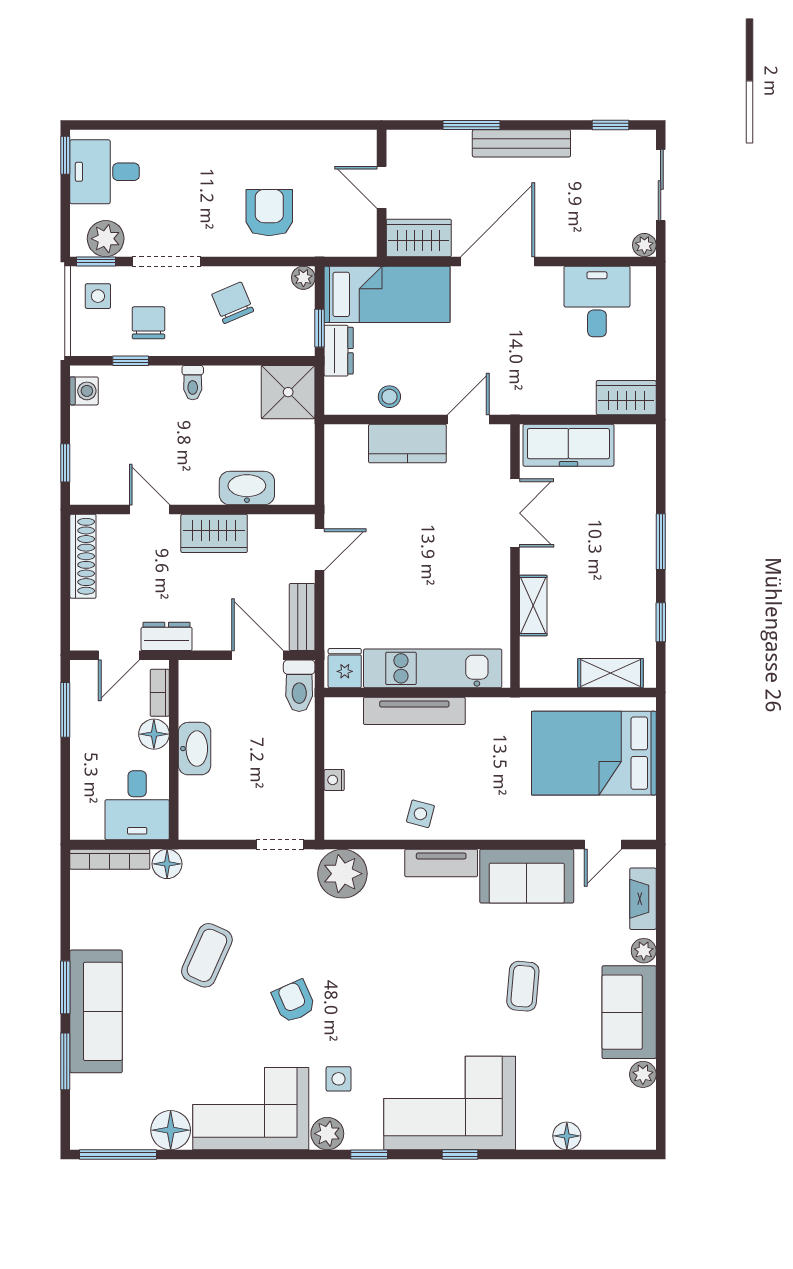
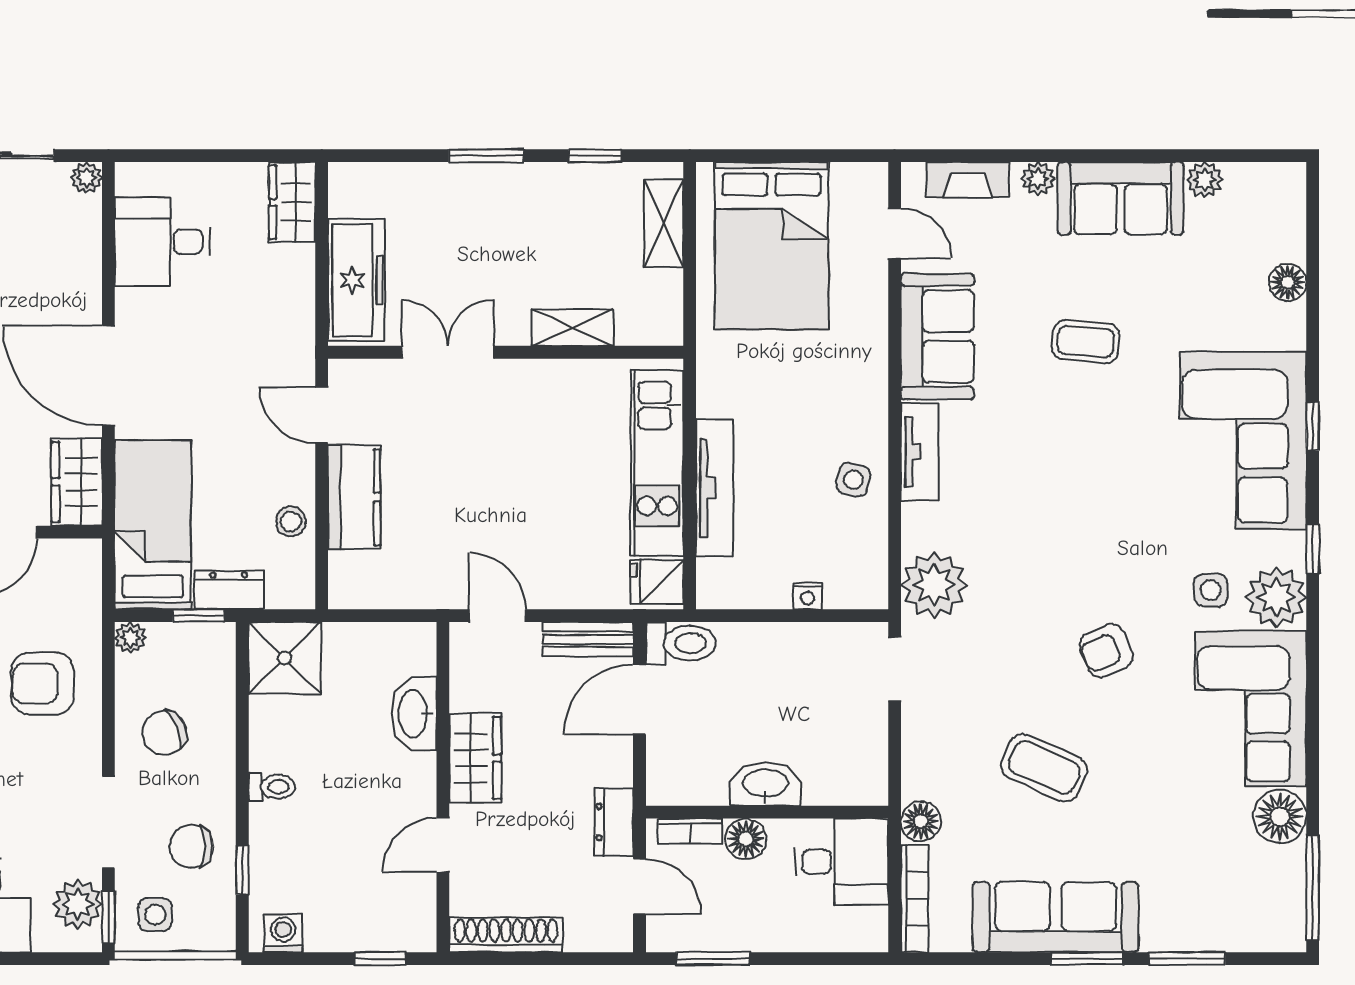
sofa: (96, 1011) -> (1056, 917), moved
plant: (327, 1134) -> (1276, 597), width x1.36, depth x1.36

